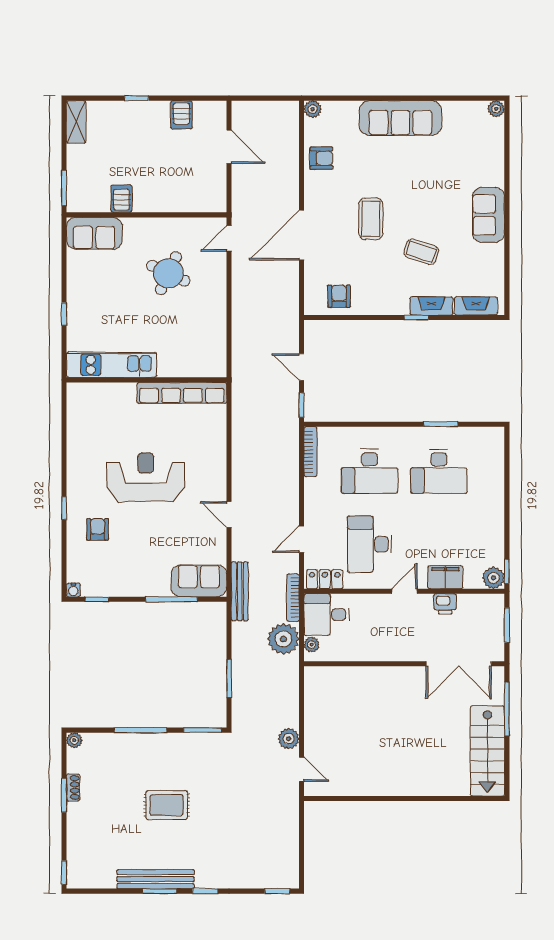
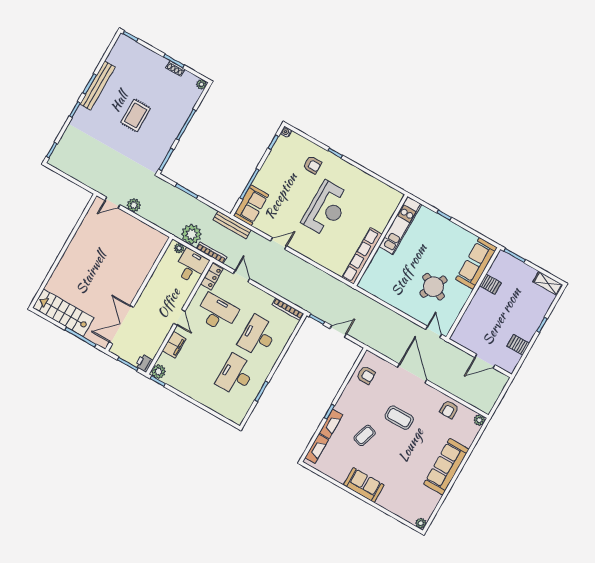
sofa: (94, 233) -> (476, 263), width x1.36
printer: (445, 604) -> (144, 363), moved

